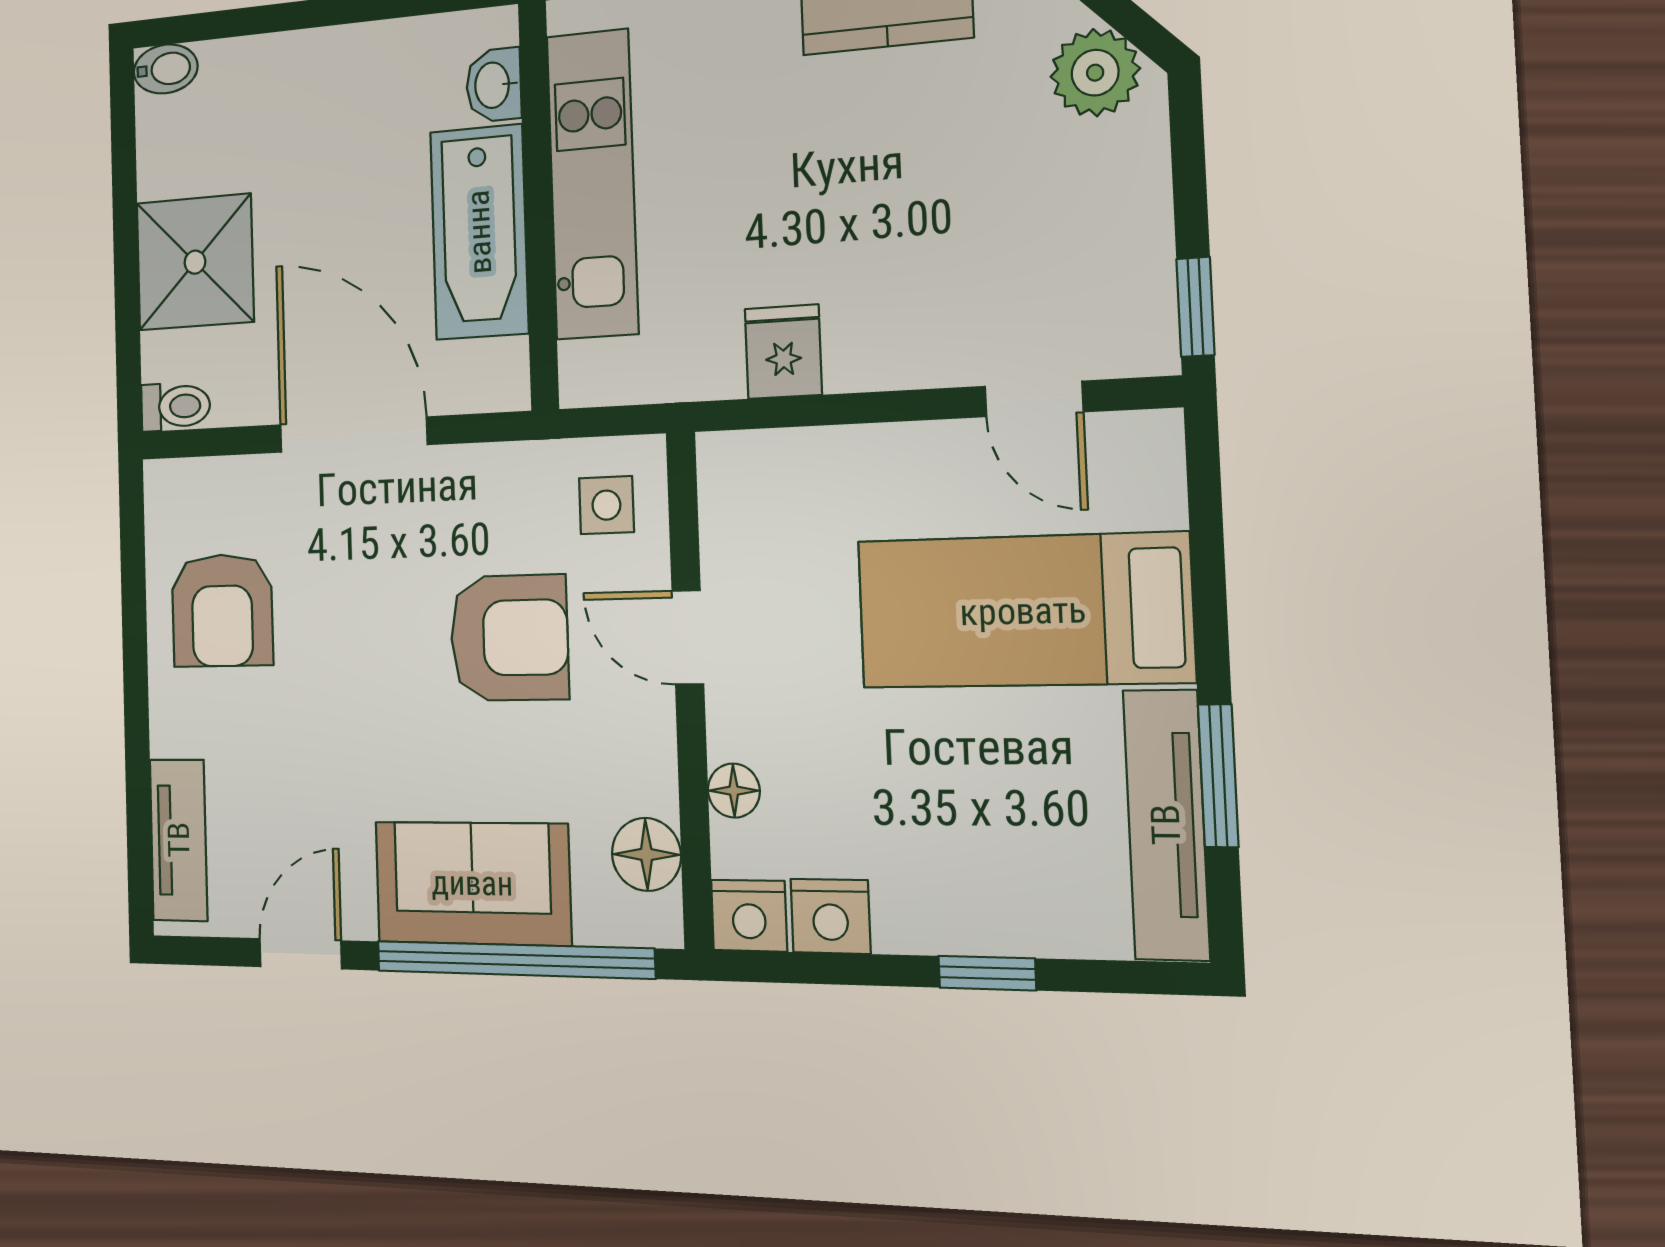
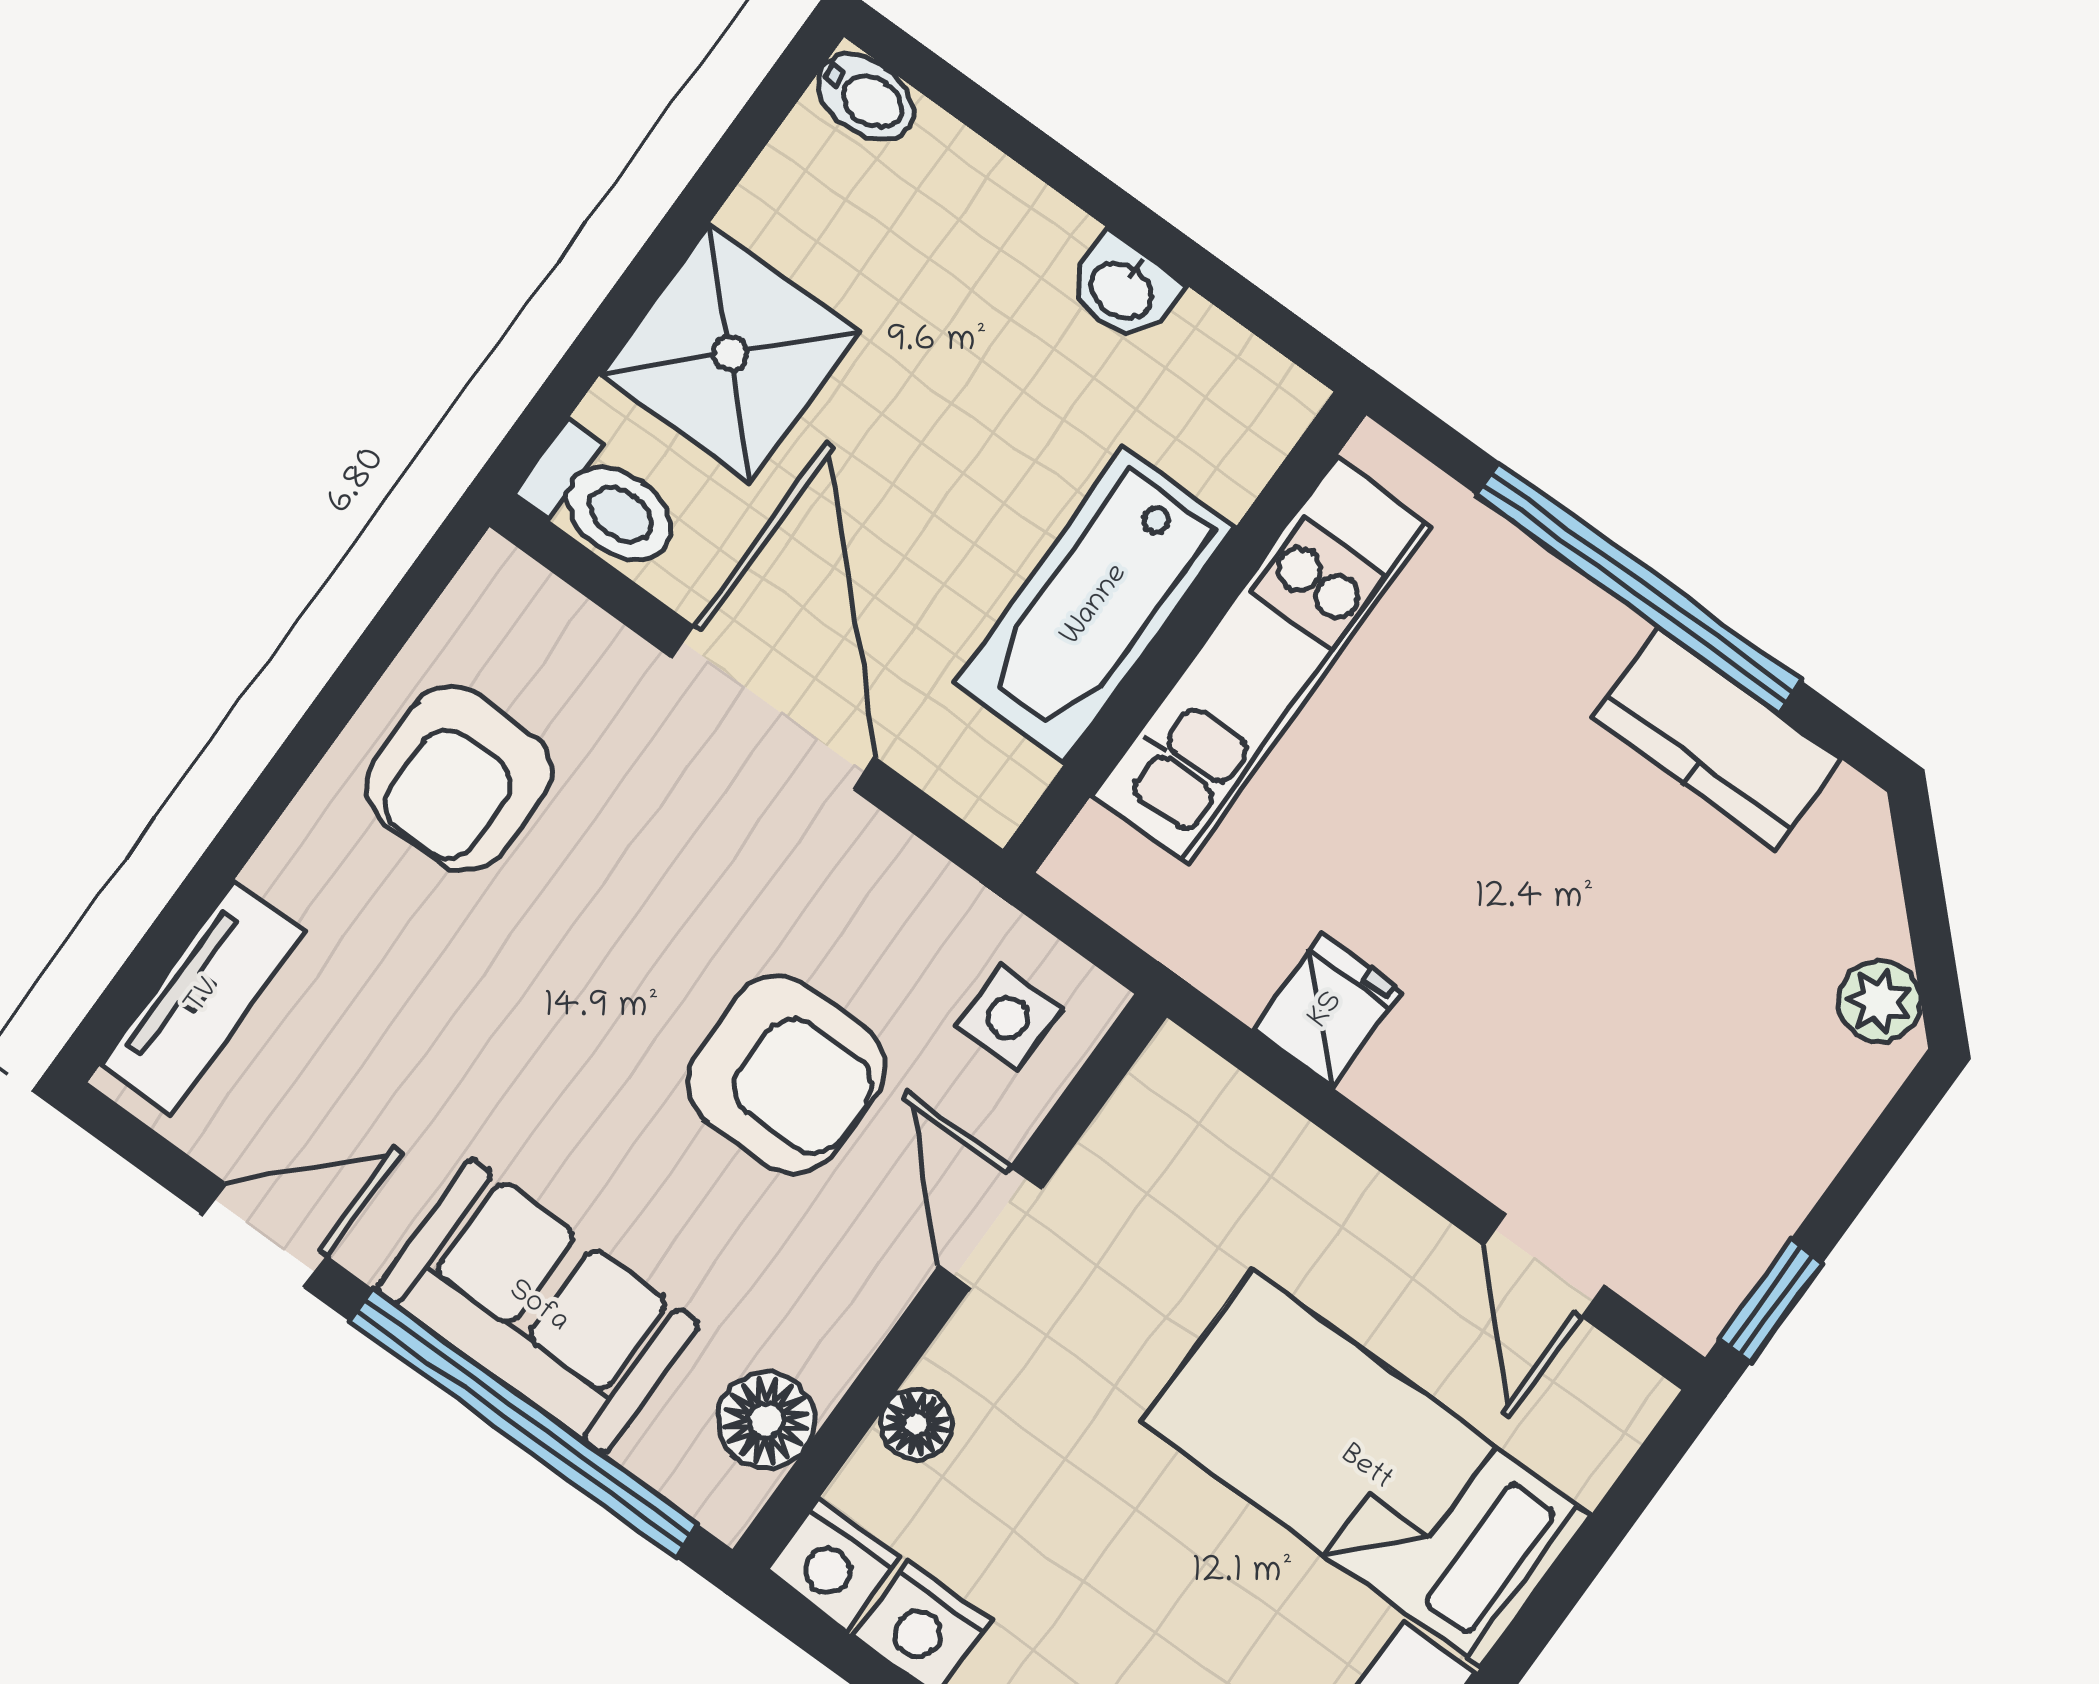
plant: (1095, 73) -> (1879, 1001), width x0.73, depth x0.73
washbasin: (494, 85) -> (1123, 289), moved, turned -90
toilet: (176, 406) -> (603, 502), width x1.37, depth x1.39

